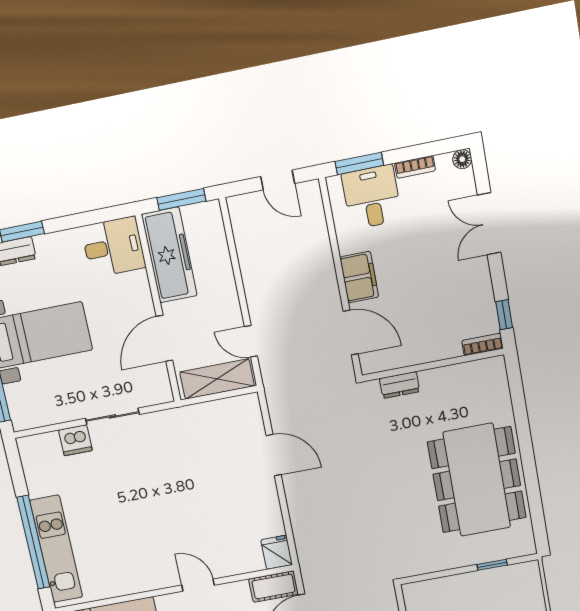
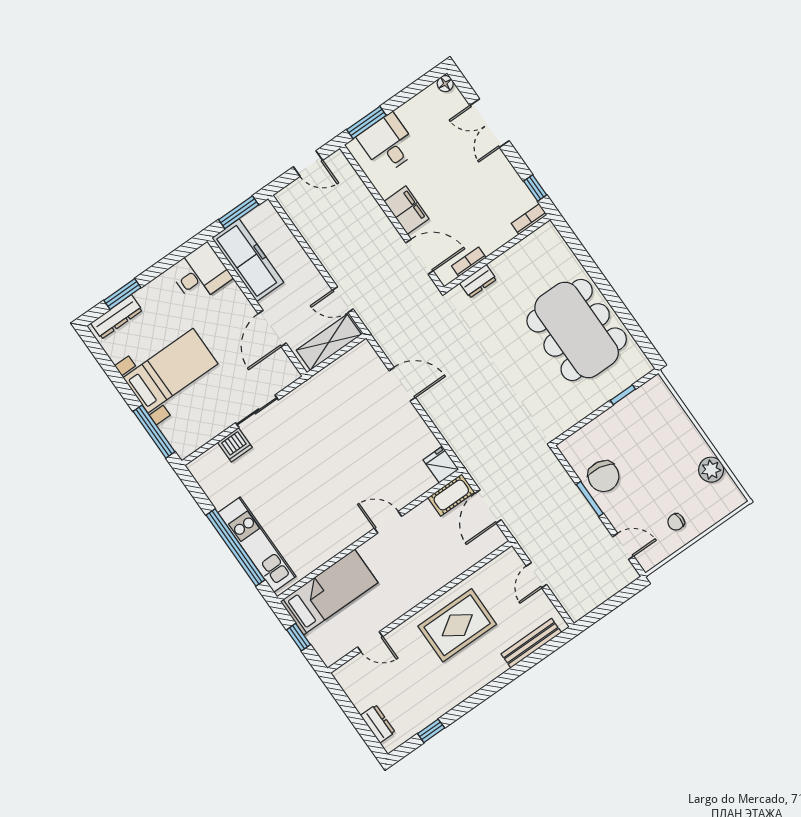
bookcase: (415, 167) -> (469, 262), moved, turned 180

